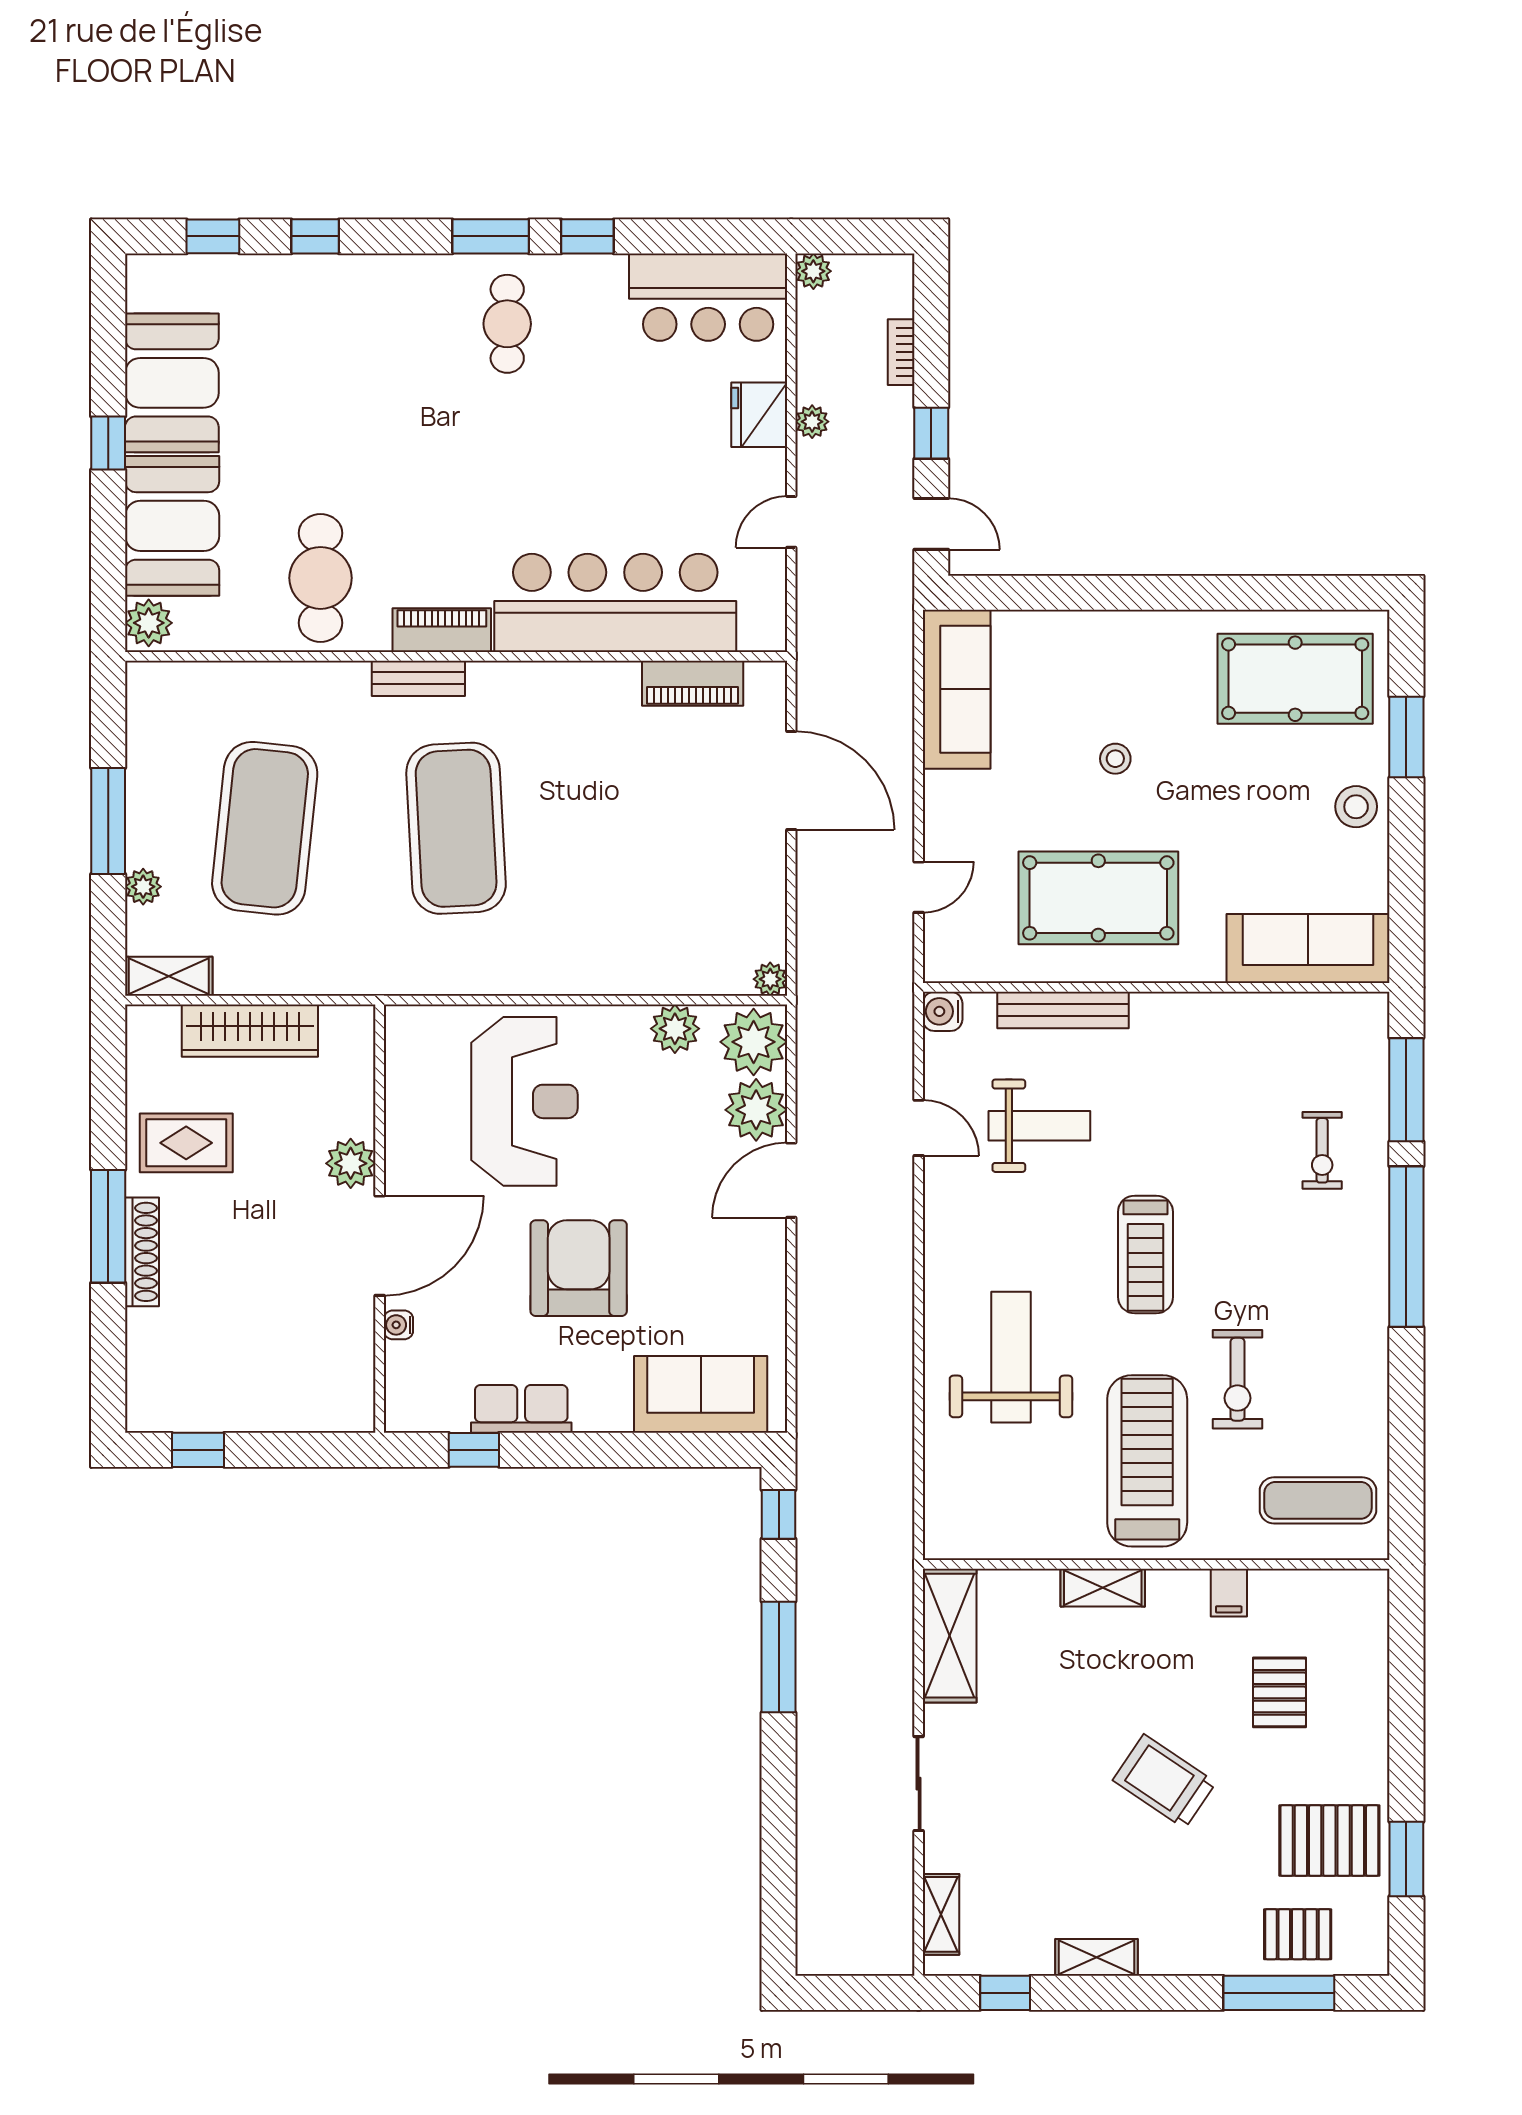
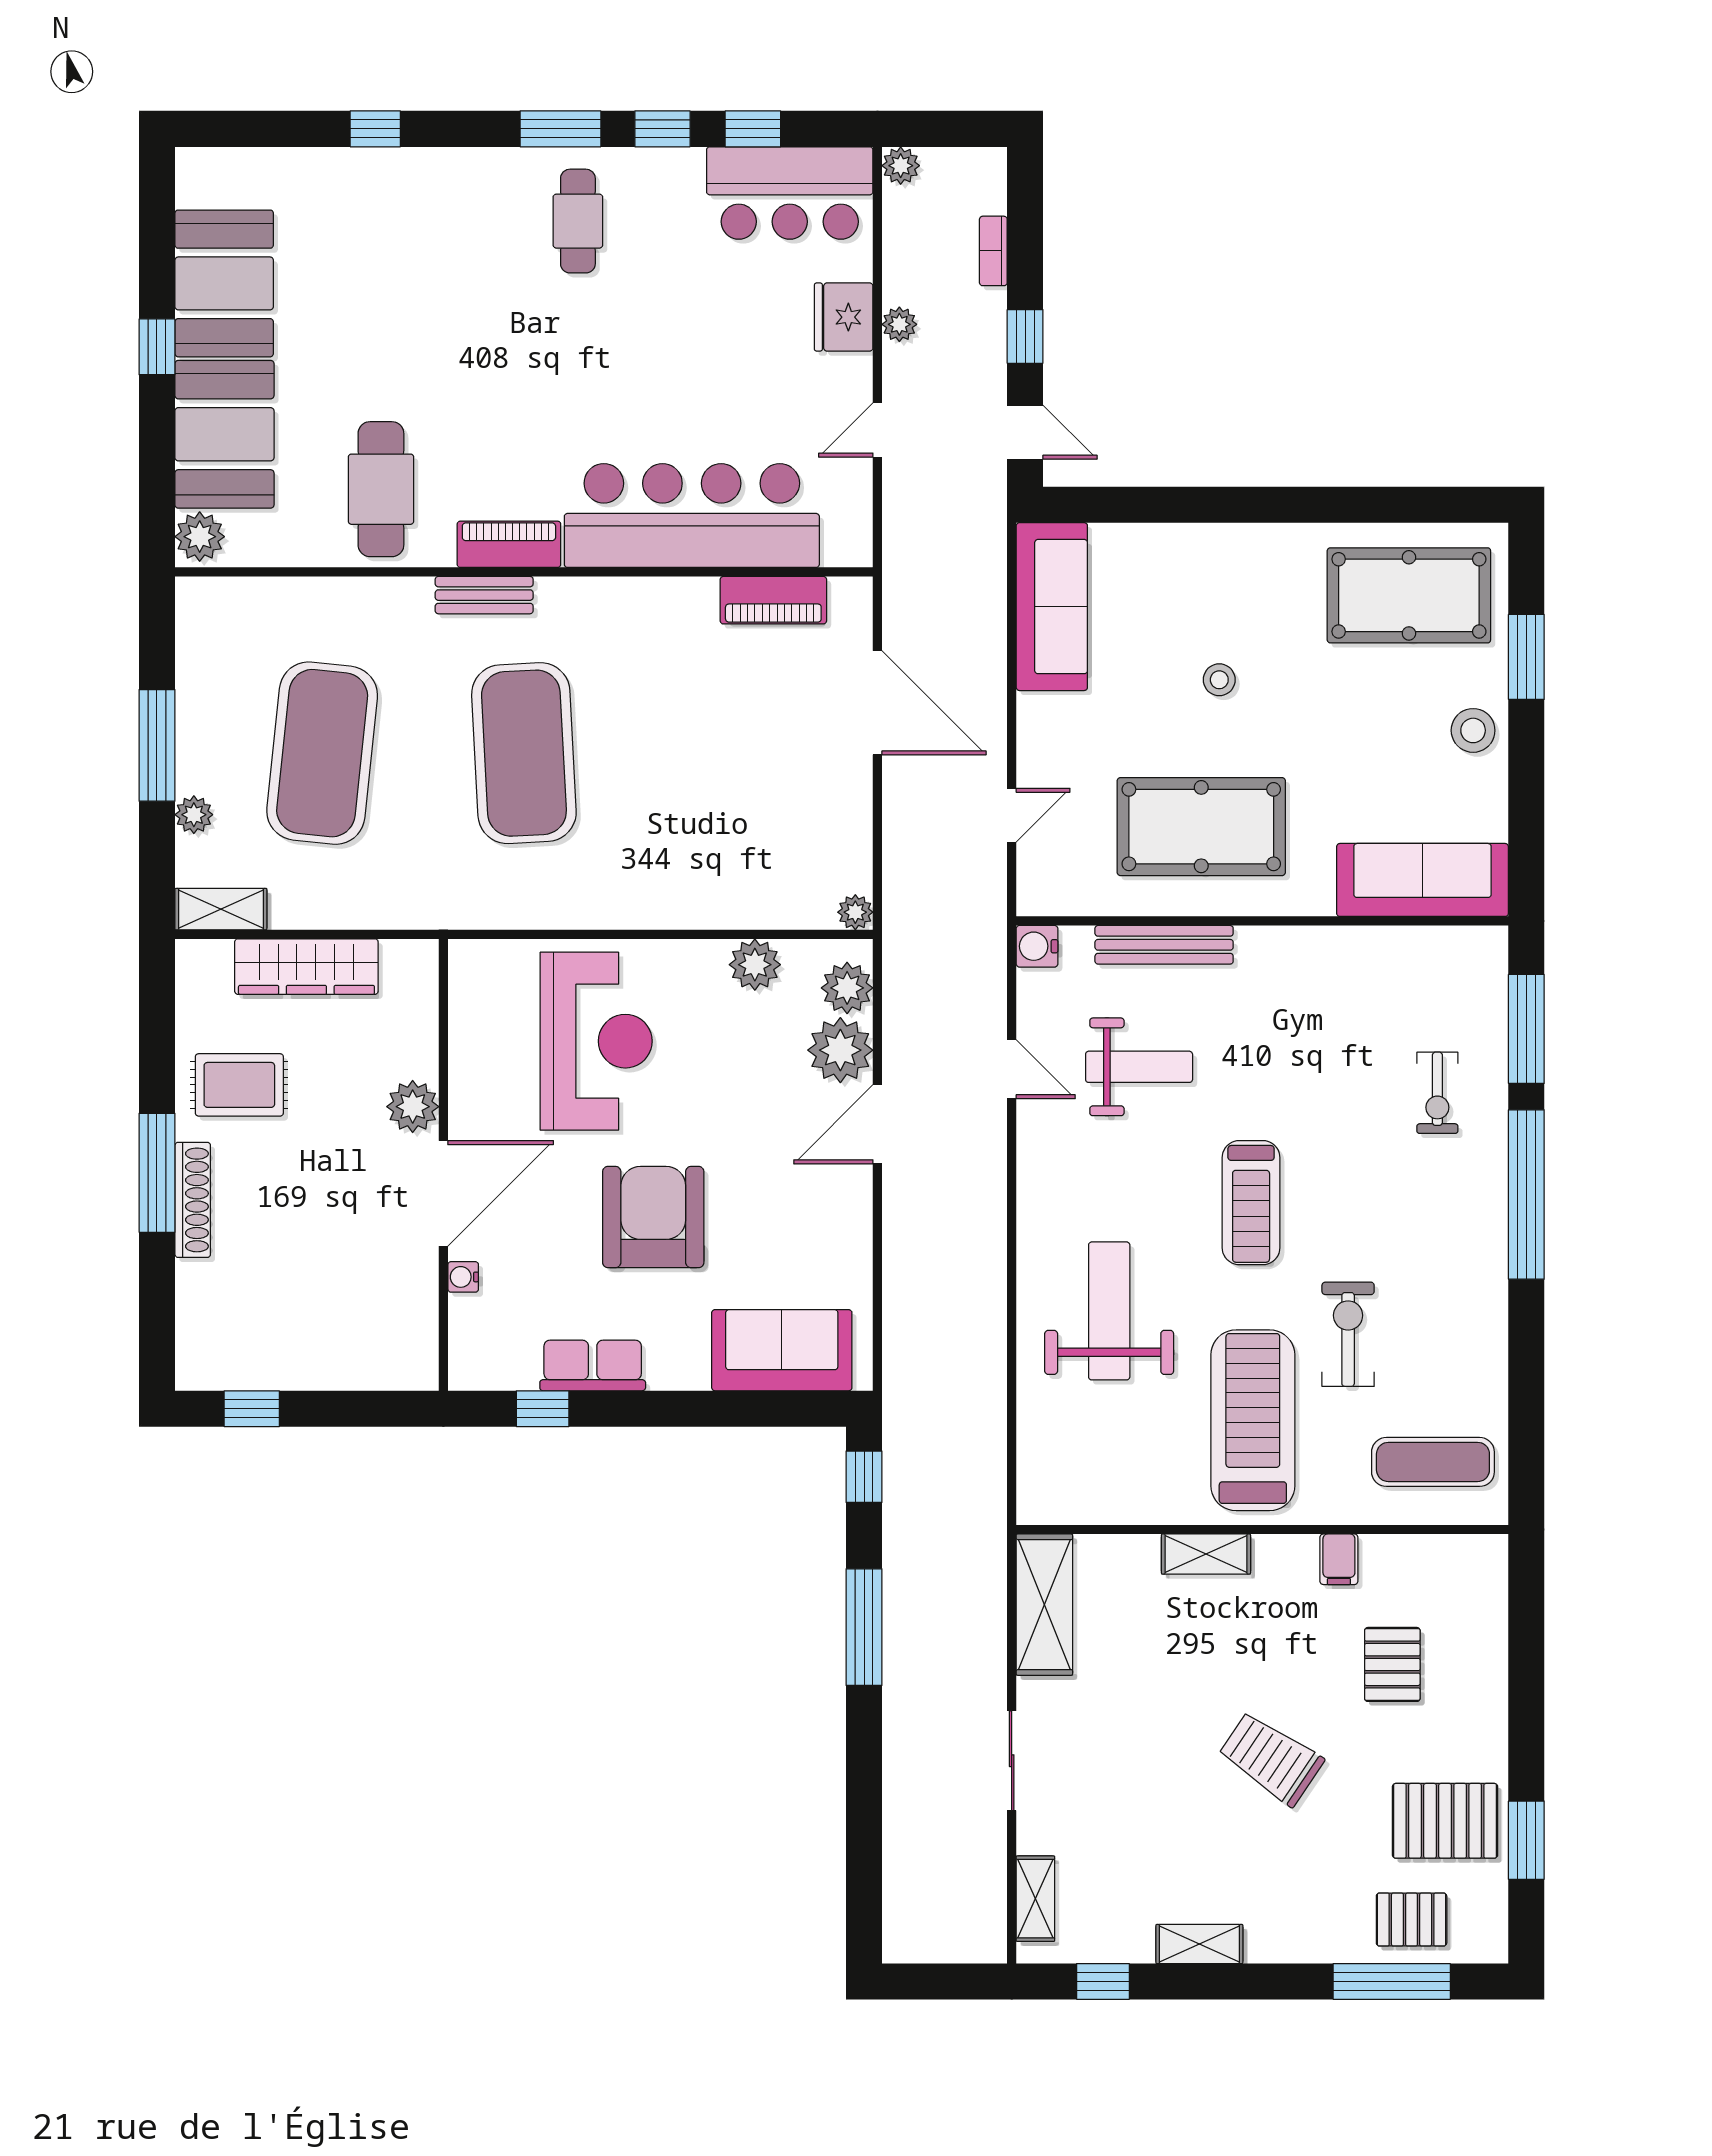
window: (213, 236) -> (753, 129), moved
plant: (754, 1042) -> (847, 988), width x0.73, depth x0.73
exercise bike: (1237, 1379) -> (1348, 1334), turned 180

